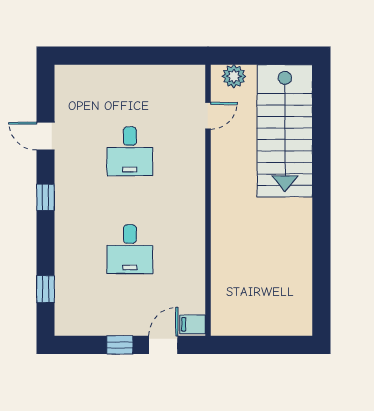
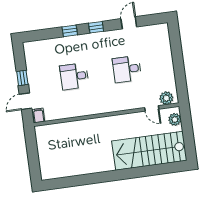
plant: (193, 86) -> (166, 98), added
window: (46, 289) -> (70, 31), moved
door: (163, 345) -> (25, 101), swing flipped

